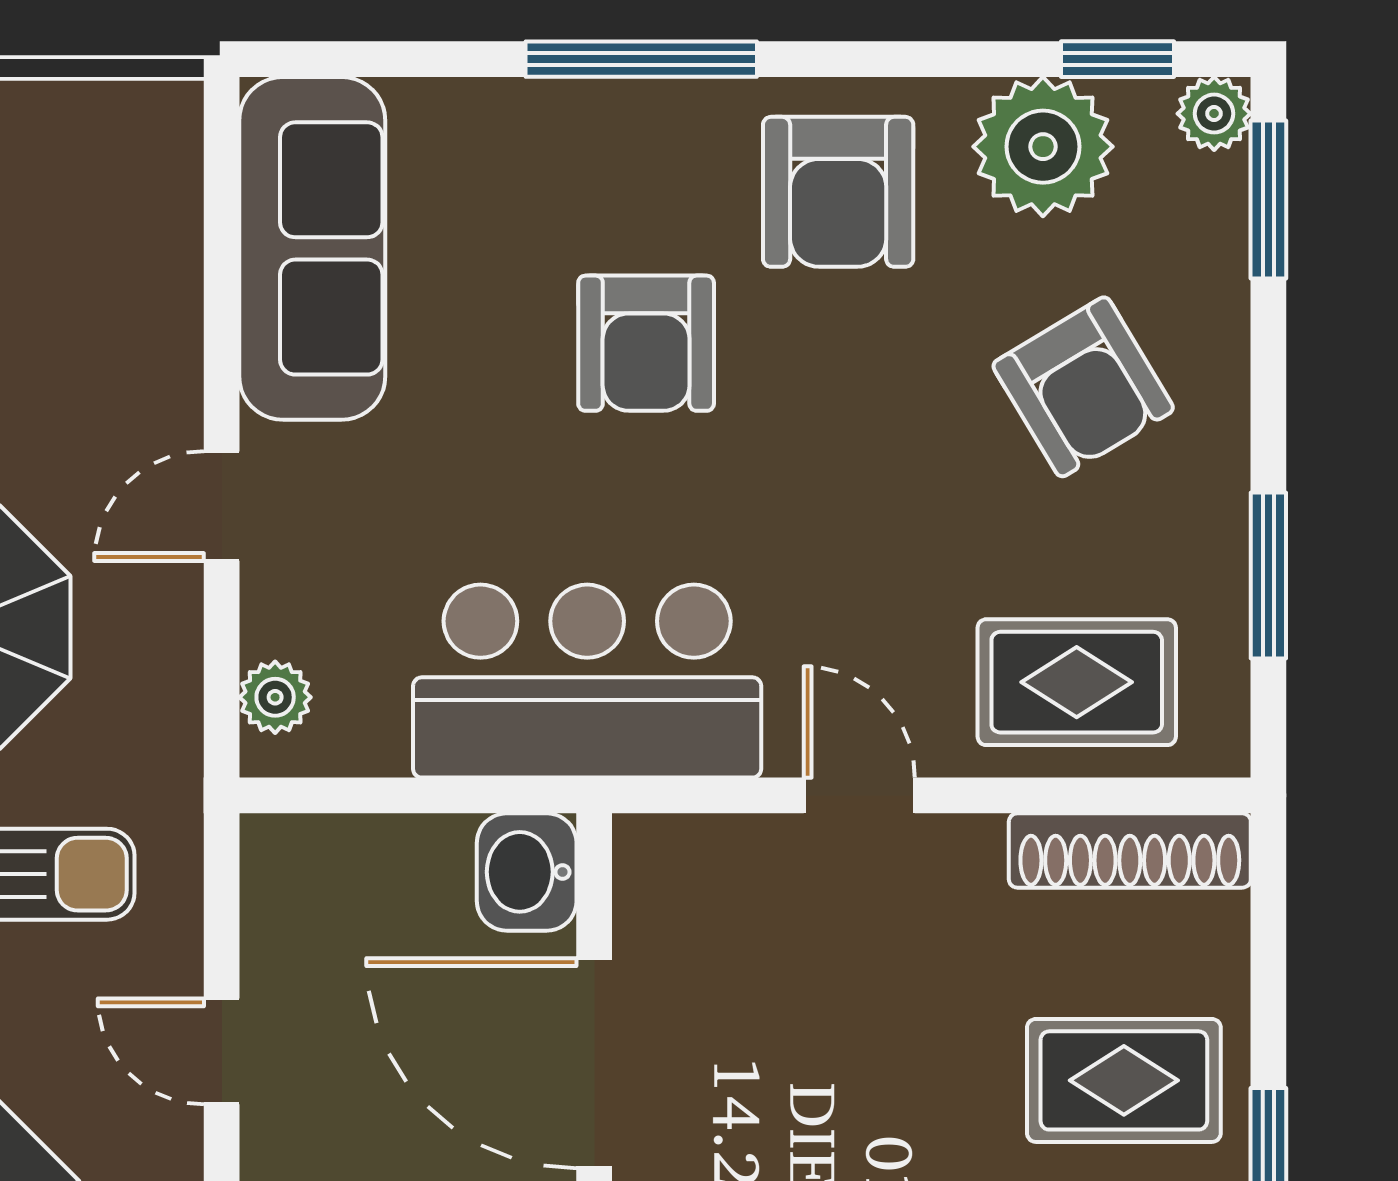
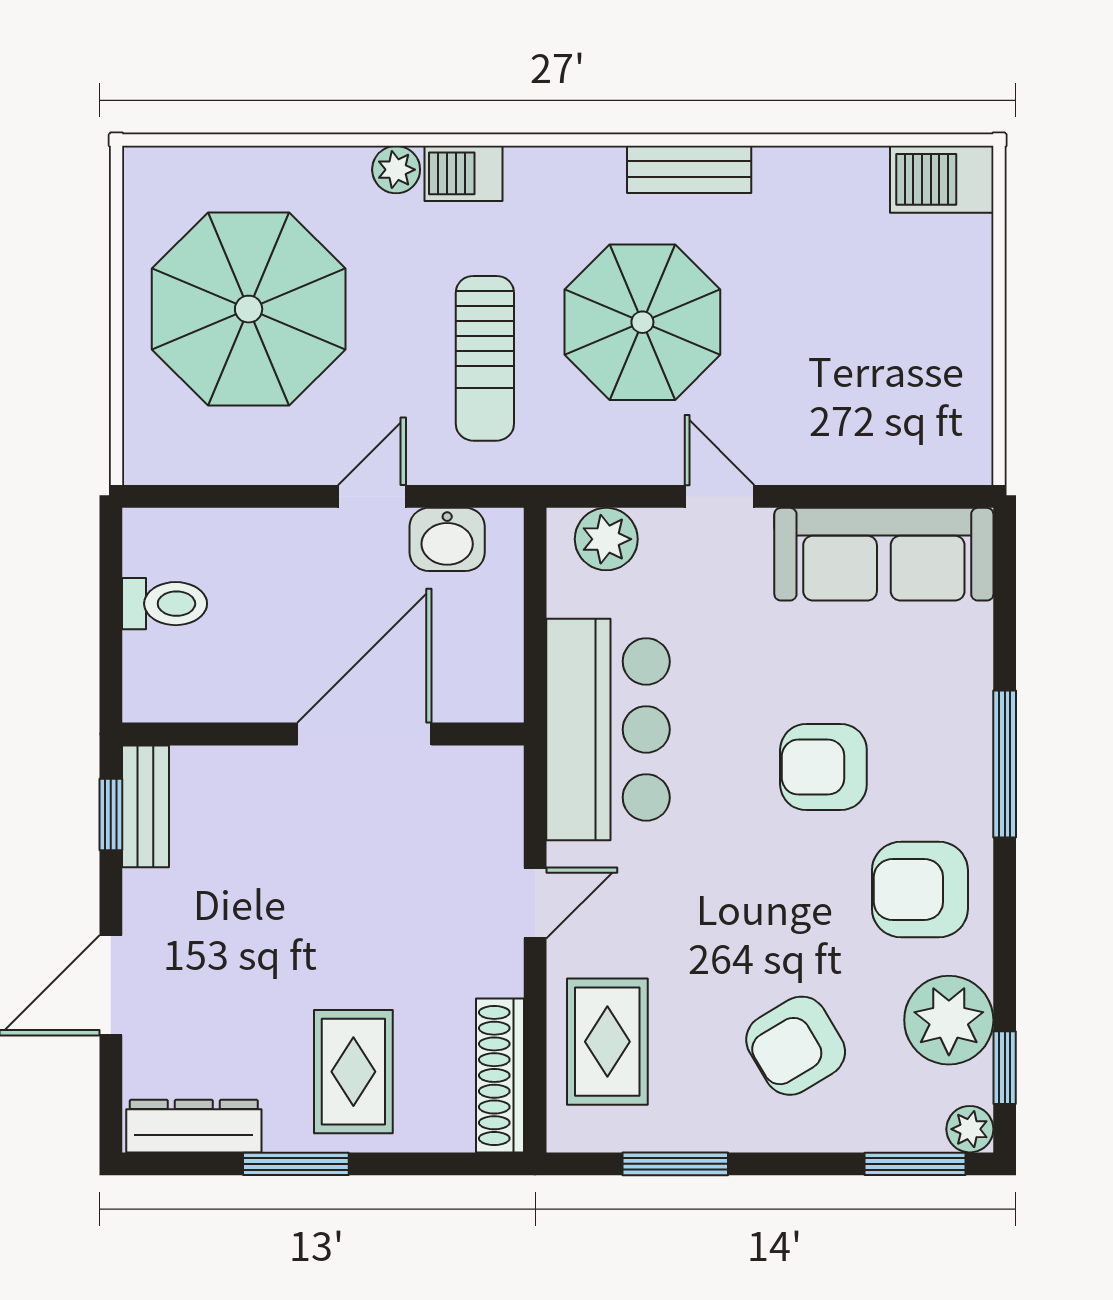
plant: (275, 697) -> (606, 539), width x1.38, depth x1.38
washbasin: (527, 872) -> (447, 539), moved, turned 180

